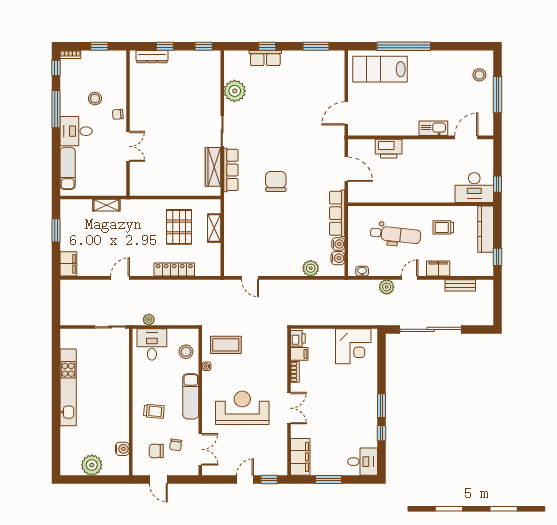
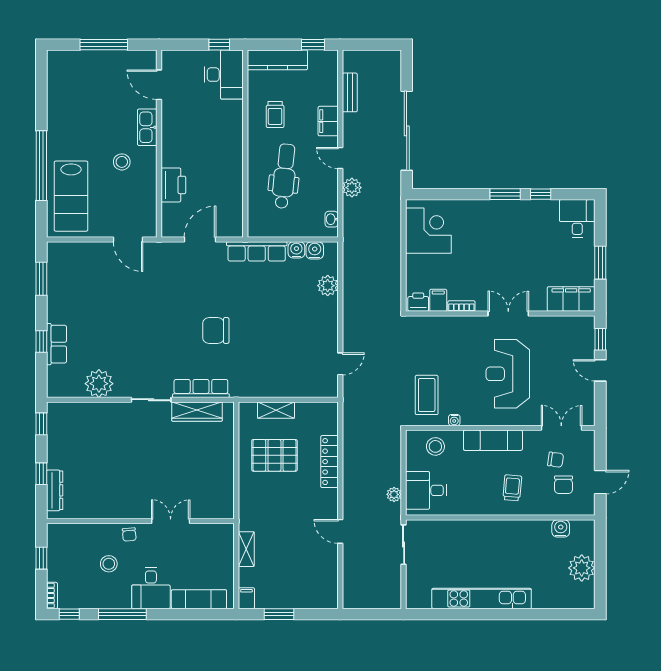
stool: (479, 75) -> (122, 162), moved
filing cabinet: (68, 264) -> (246, 598), moved, width x0.50

